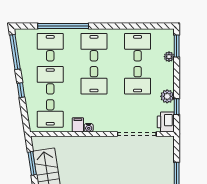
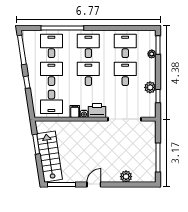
desk: (94, 80) -> (88, 74), turned 180
desk: (138, 80) -> (125, 74), turned 180
printer: (166, 122) -> (97, 110), moved, turned 90

